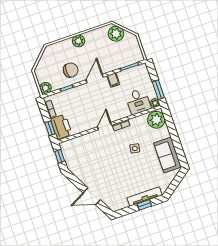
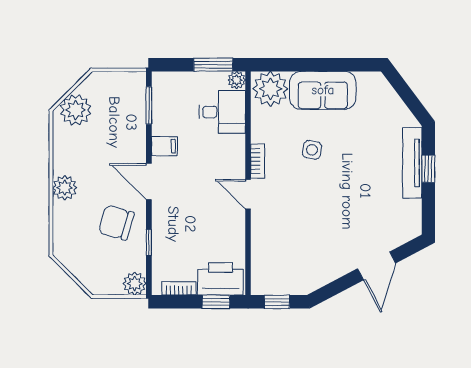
chair: (71, 70) -> (116, 223), turned -73
sofa: (168, 155) -> (323, 90), moved

